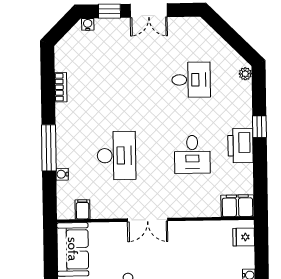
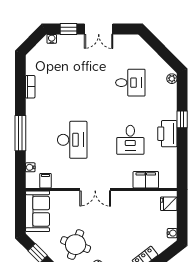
water cooler: (62, 174) -> (30, 167), moved
filing cabinet: (237, 206) -> (146, 180), moved

